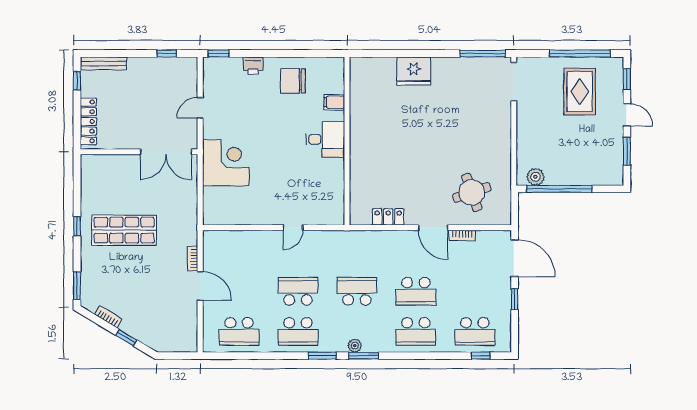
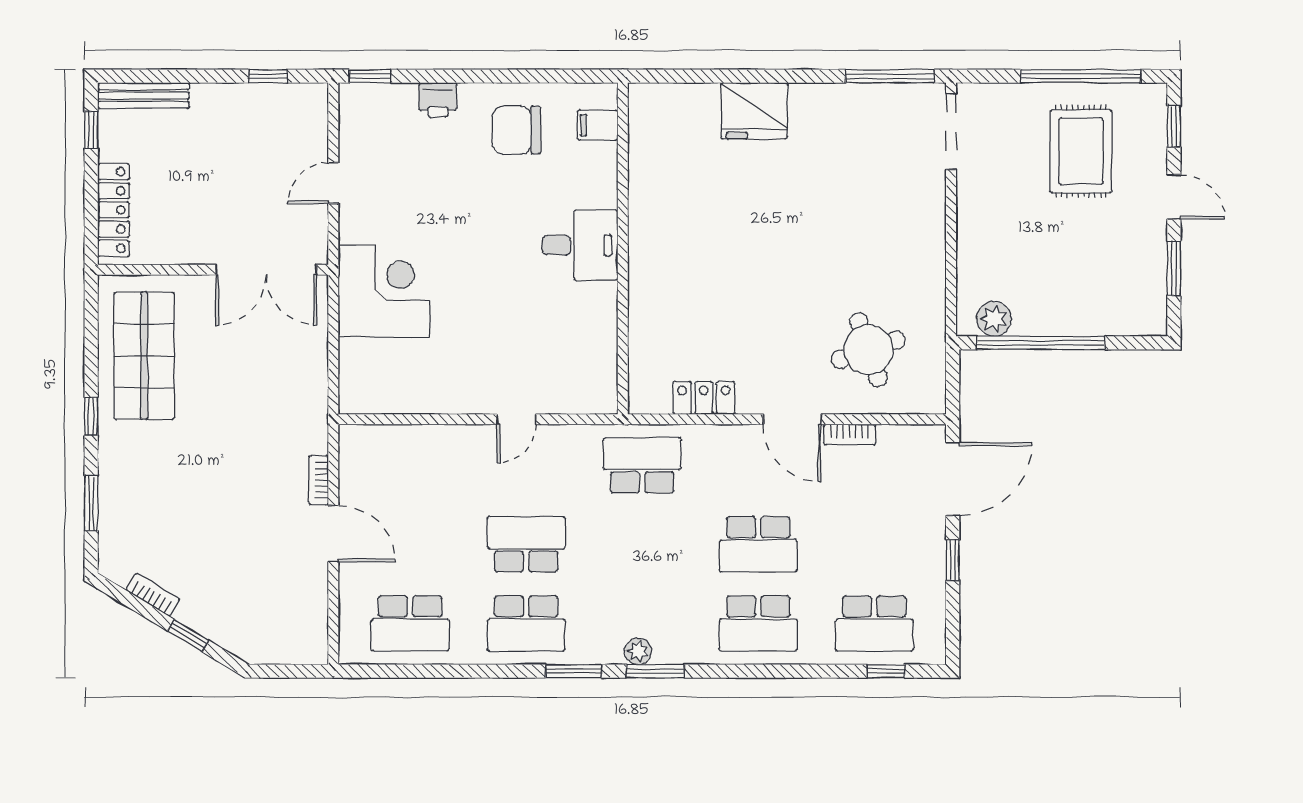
filing cabinet: (334, 102) -> (598, 125), moved
shop shelf: (124, 230) -> (144, 356), moved, turned 90
door: (515, 258) -> (953, 479), hinge flipped
window: (77, 286) -> (91, 503), moved
school desk: (357, 291) -> (642, 465), moved

